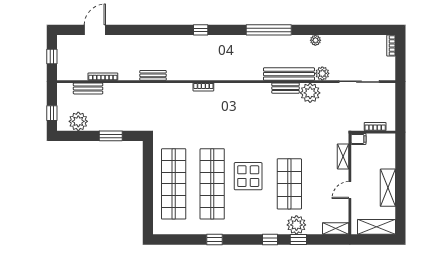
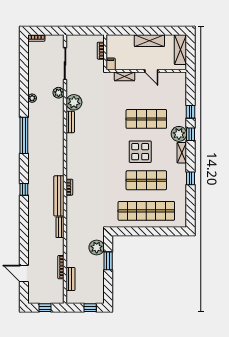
bench: (289, 74) -> (59, 196), moved
plant: (78, 121) -> (97, 247), moved
shop shelf: (212, 184) -> (146, 180), width x0.71
plant: (296, 225) -> (179, 134), moved
shelving: (336, 229) -> (182, 153), moved

